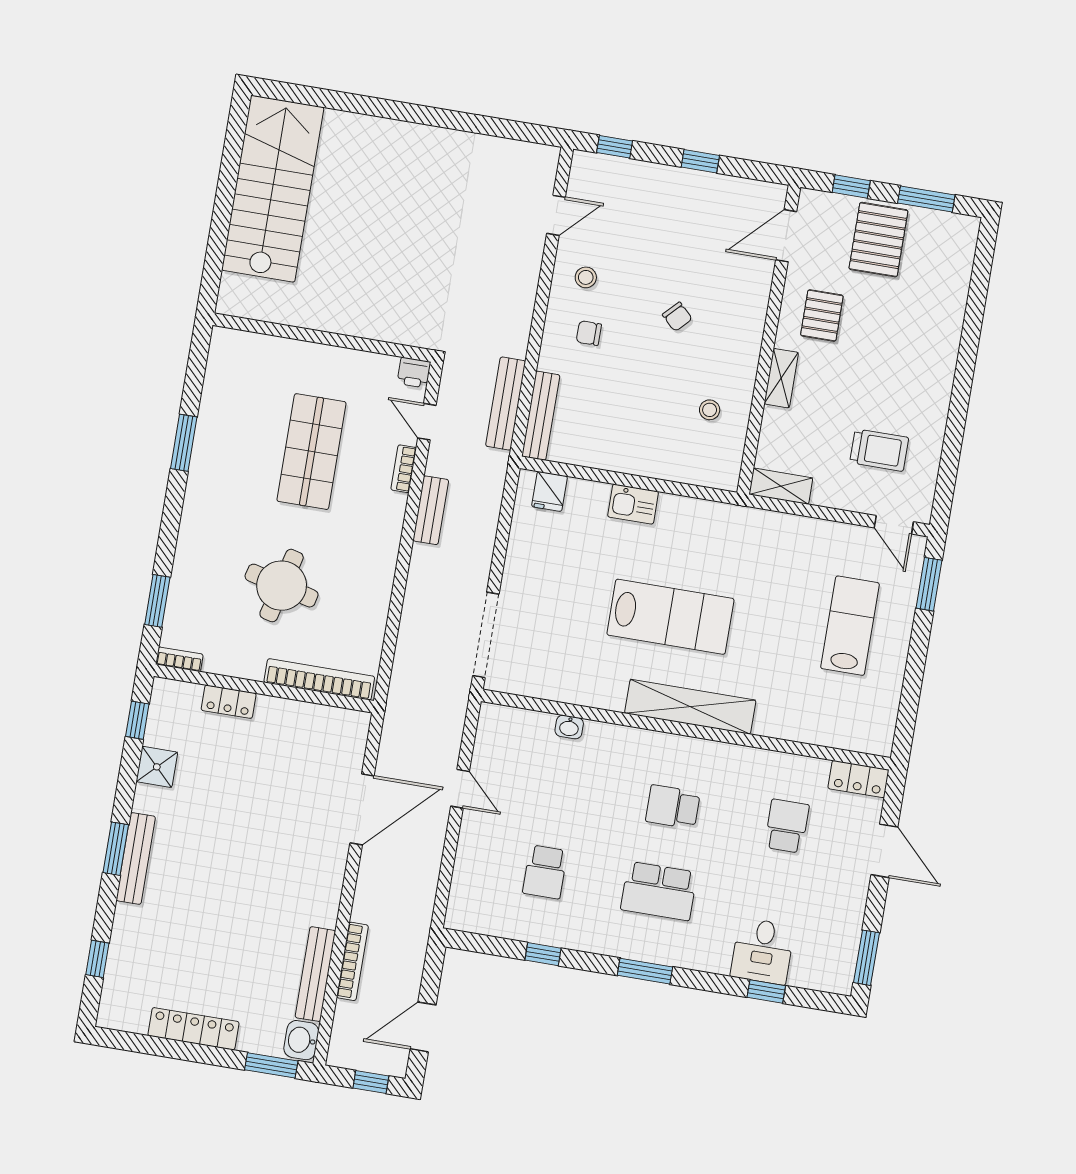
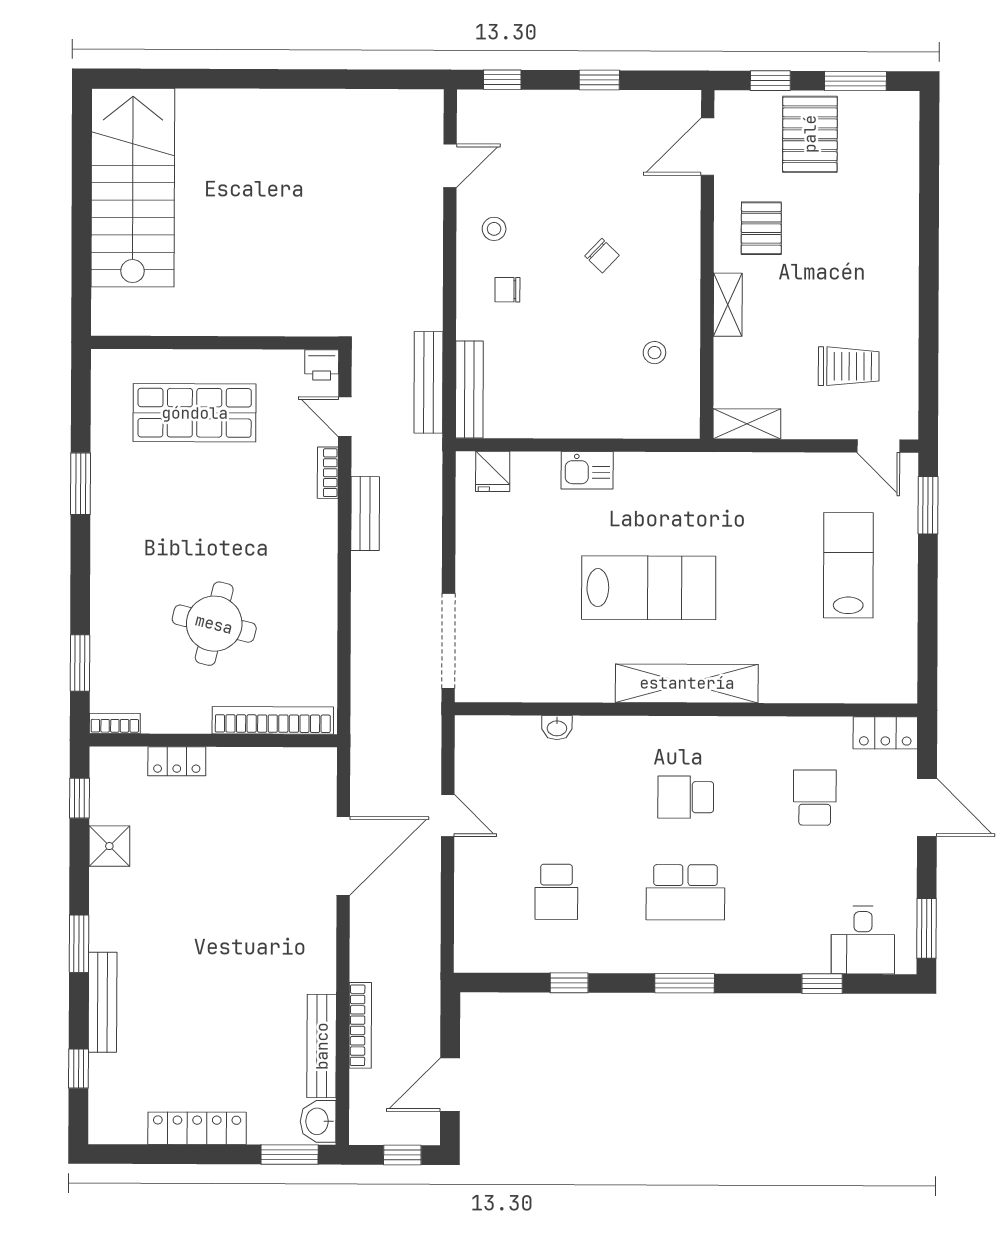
shop shelf: (311, 452) -> (195, 413), moved, turned 90
bench: (136, 858) -> (103, 1002), moved
desk: (762, 951) -> (863, 940), moved

